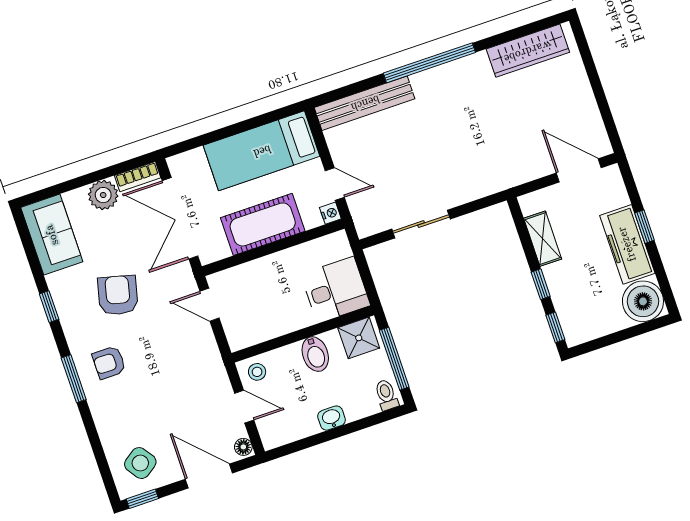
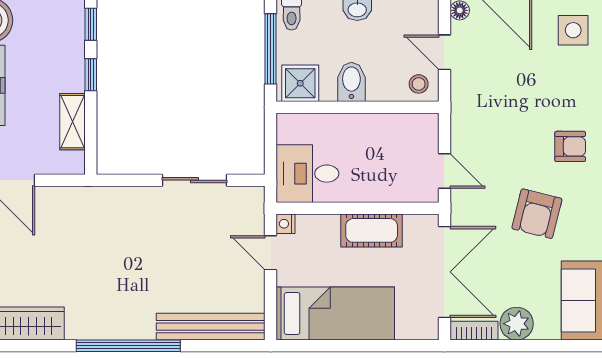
cot: (263, 224) -> (372, 230), width x0.73, depth x0.75
desk: (335, 290) -> (307, 174), moved
side table: (140, 463) -> (573, 30), turned 35

